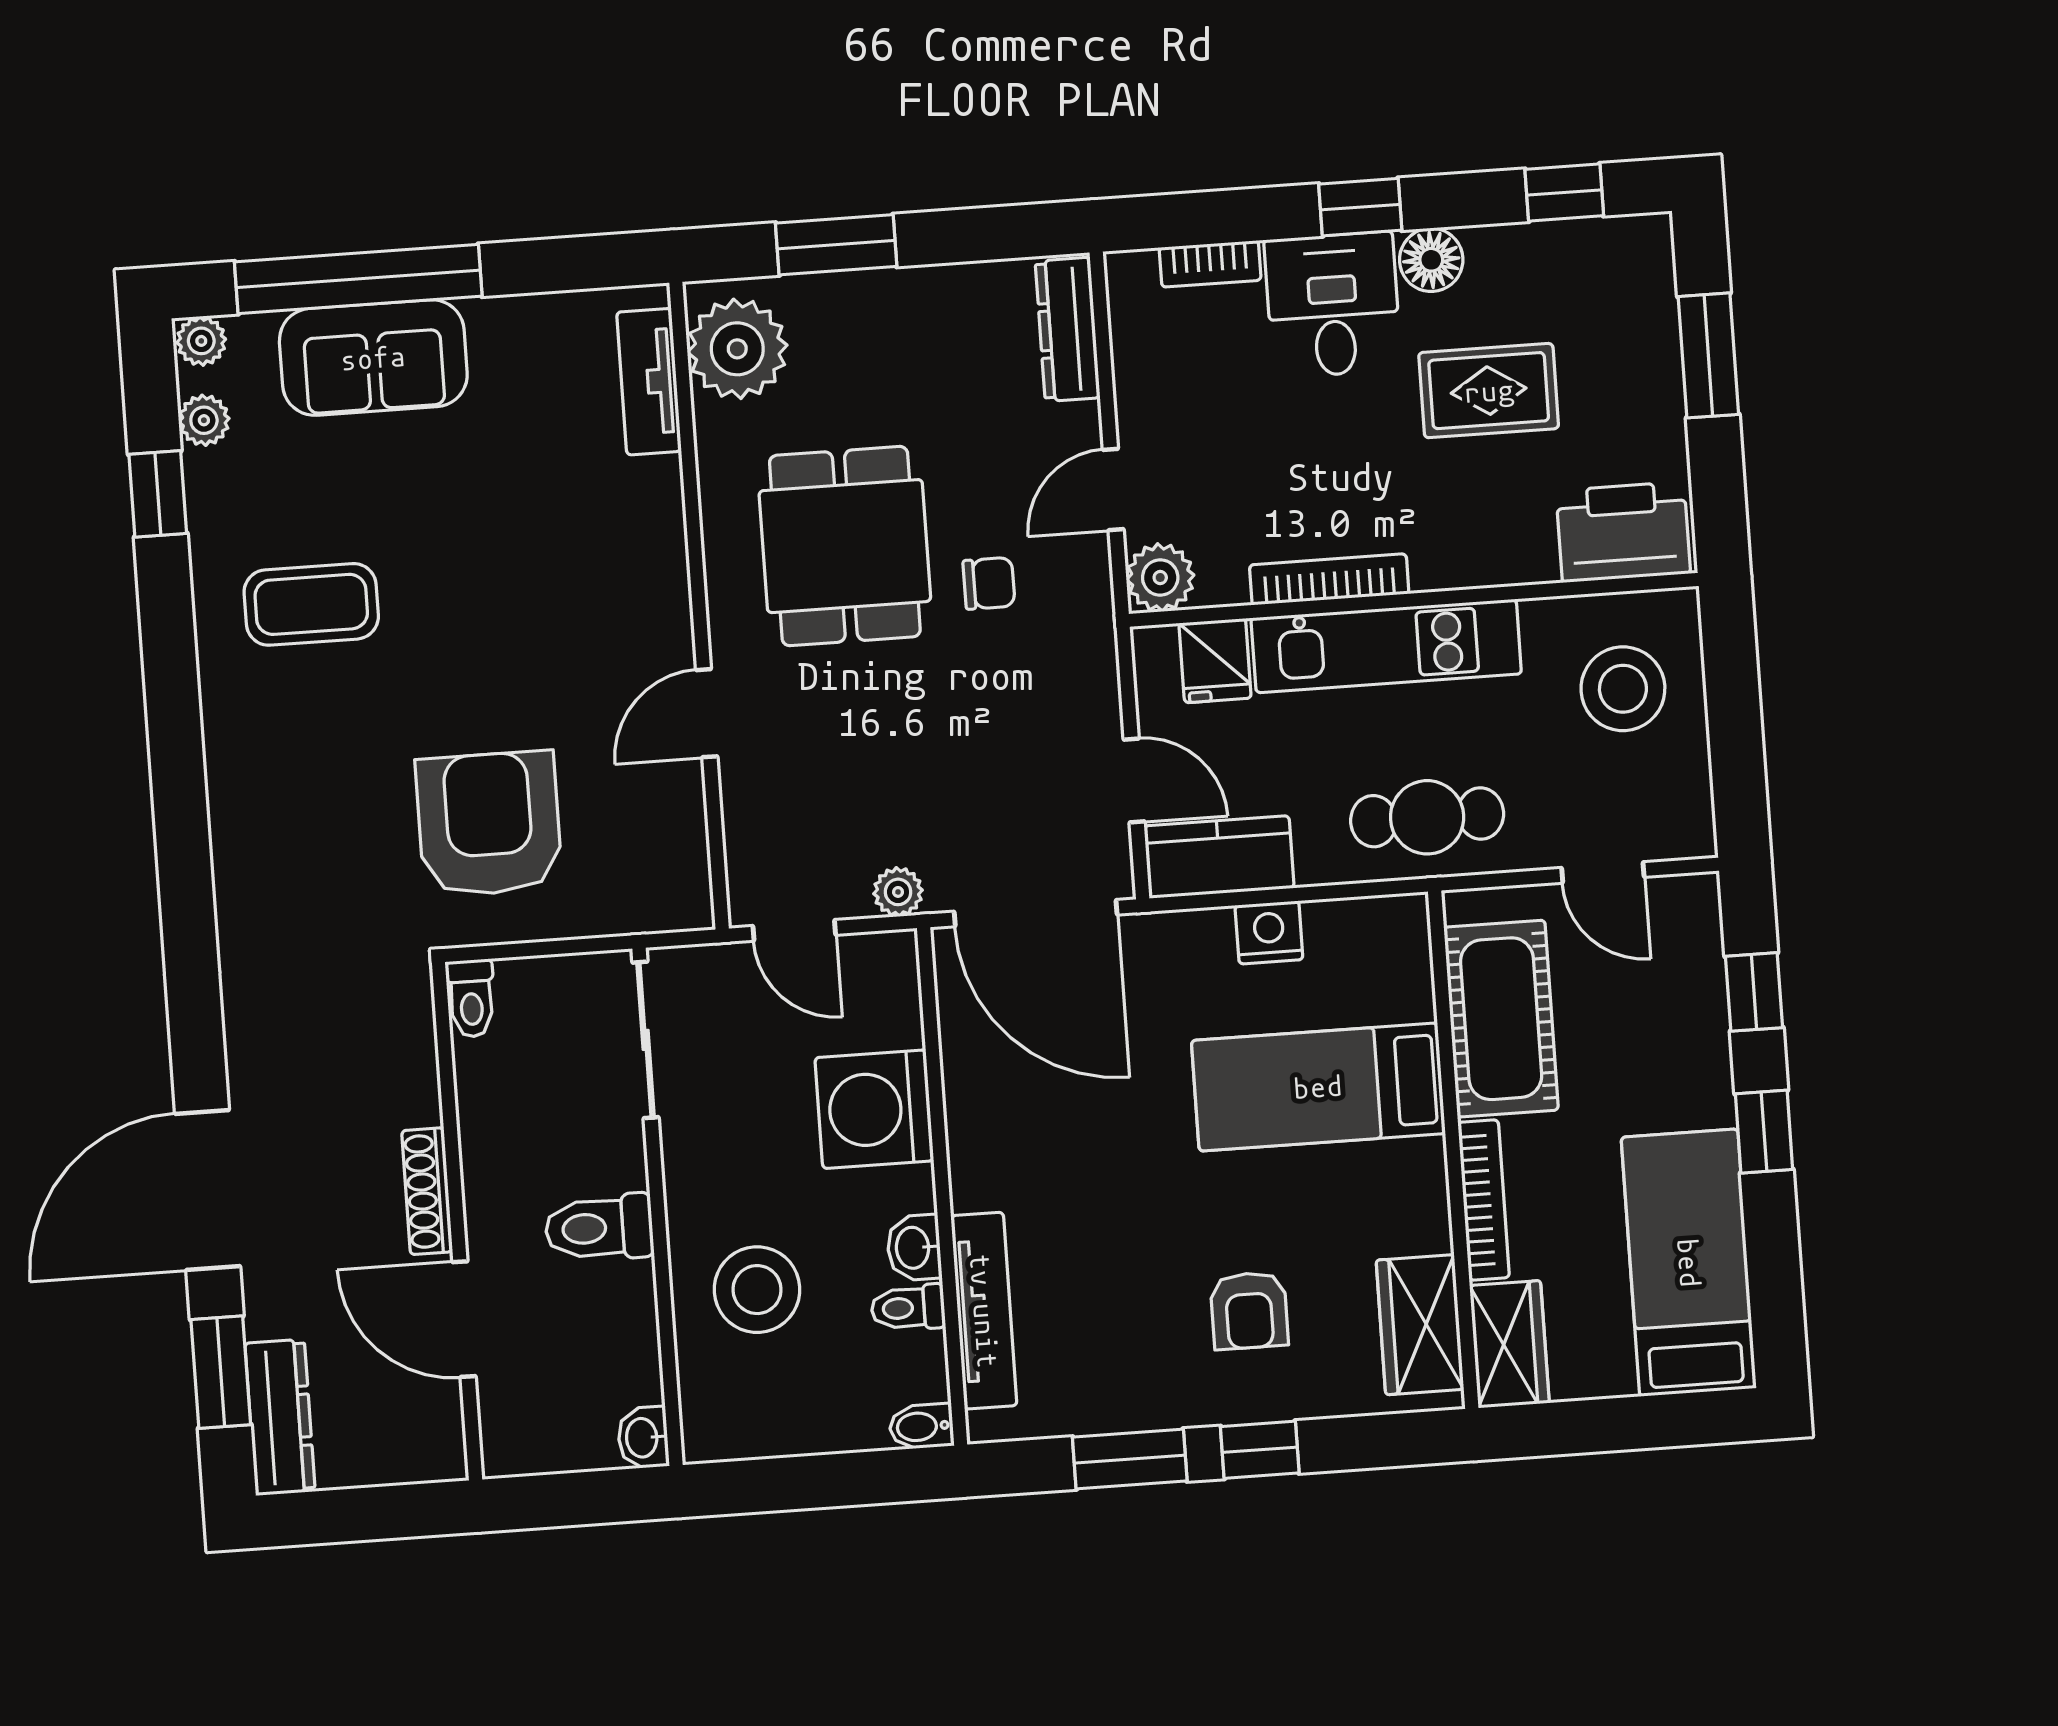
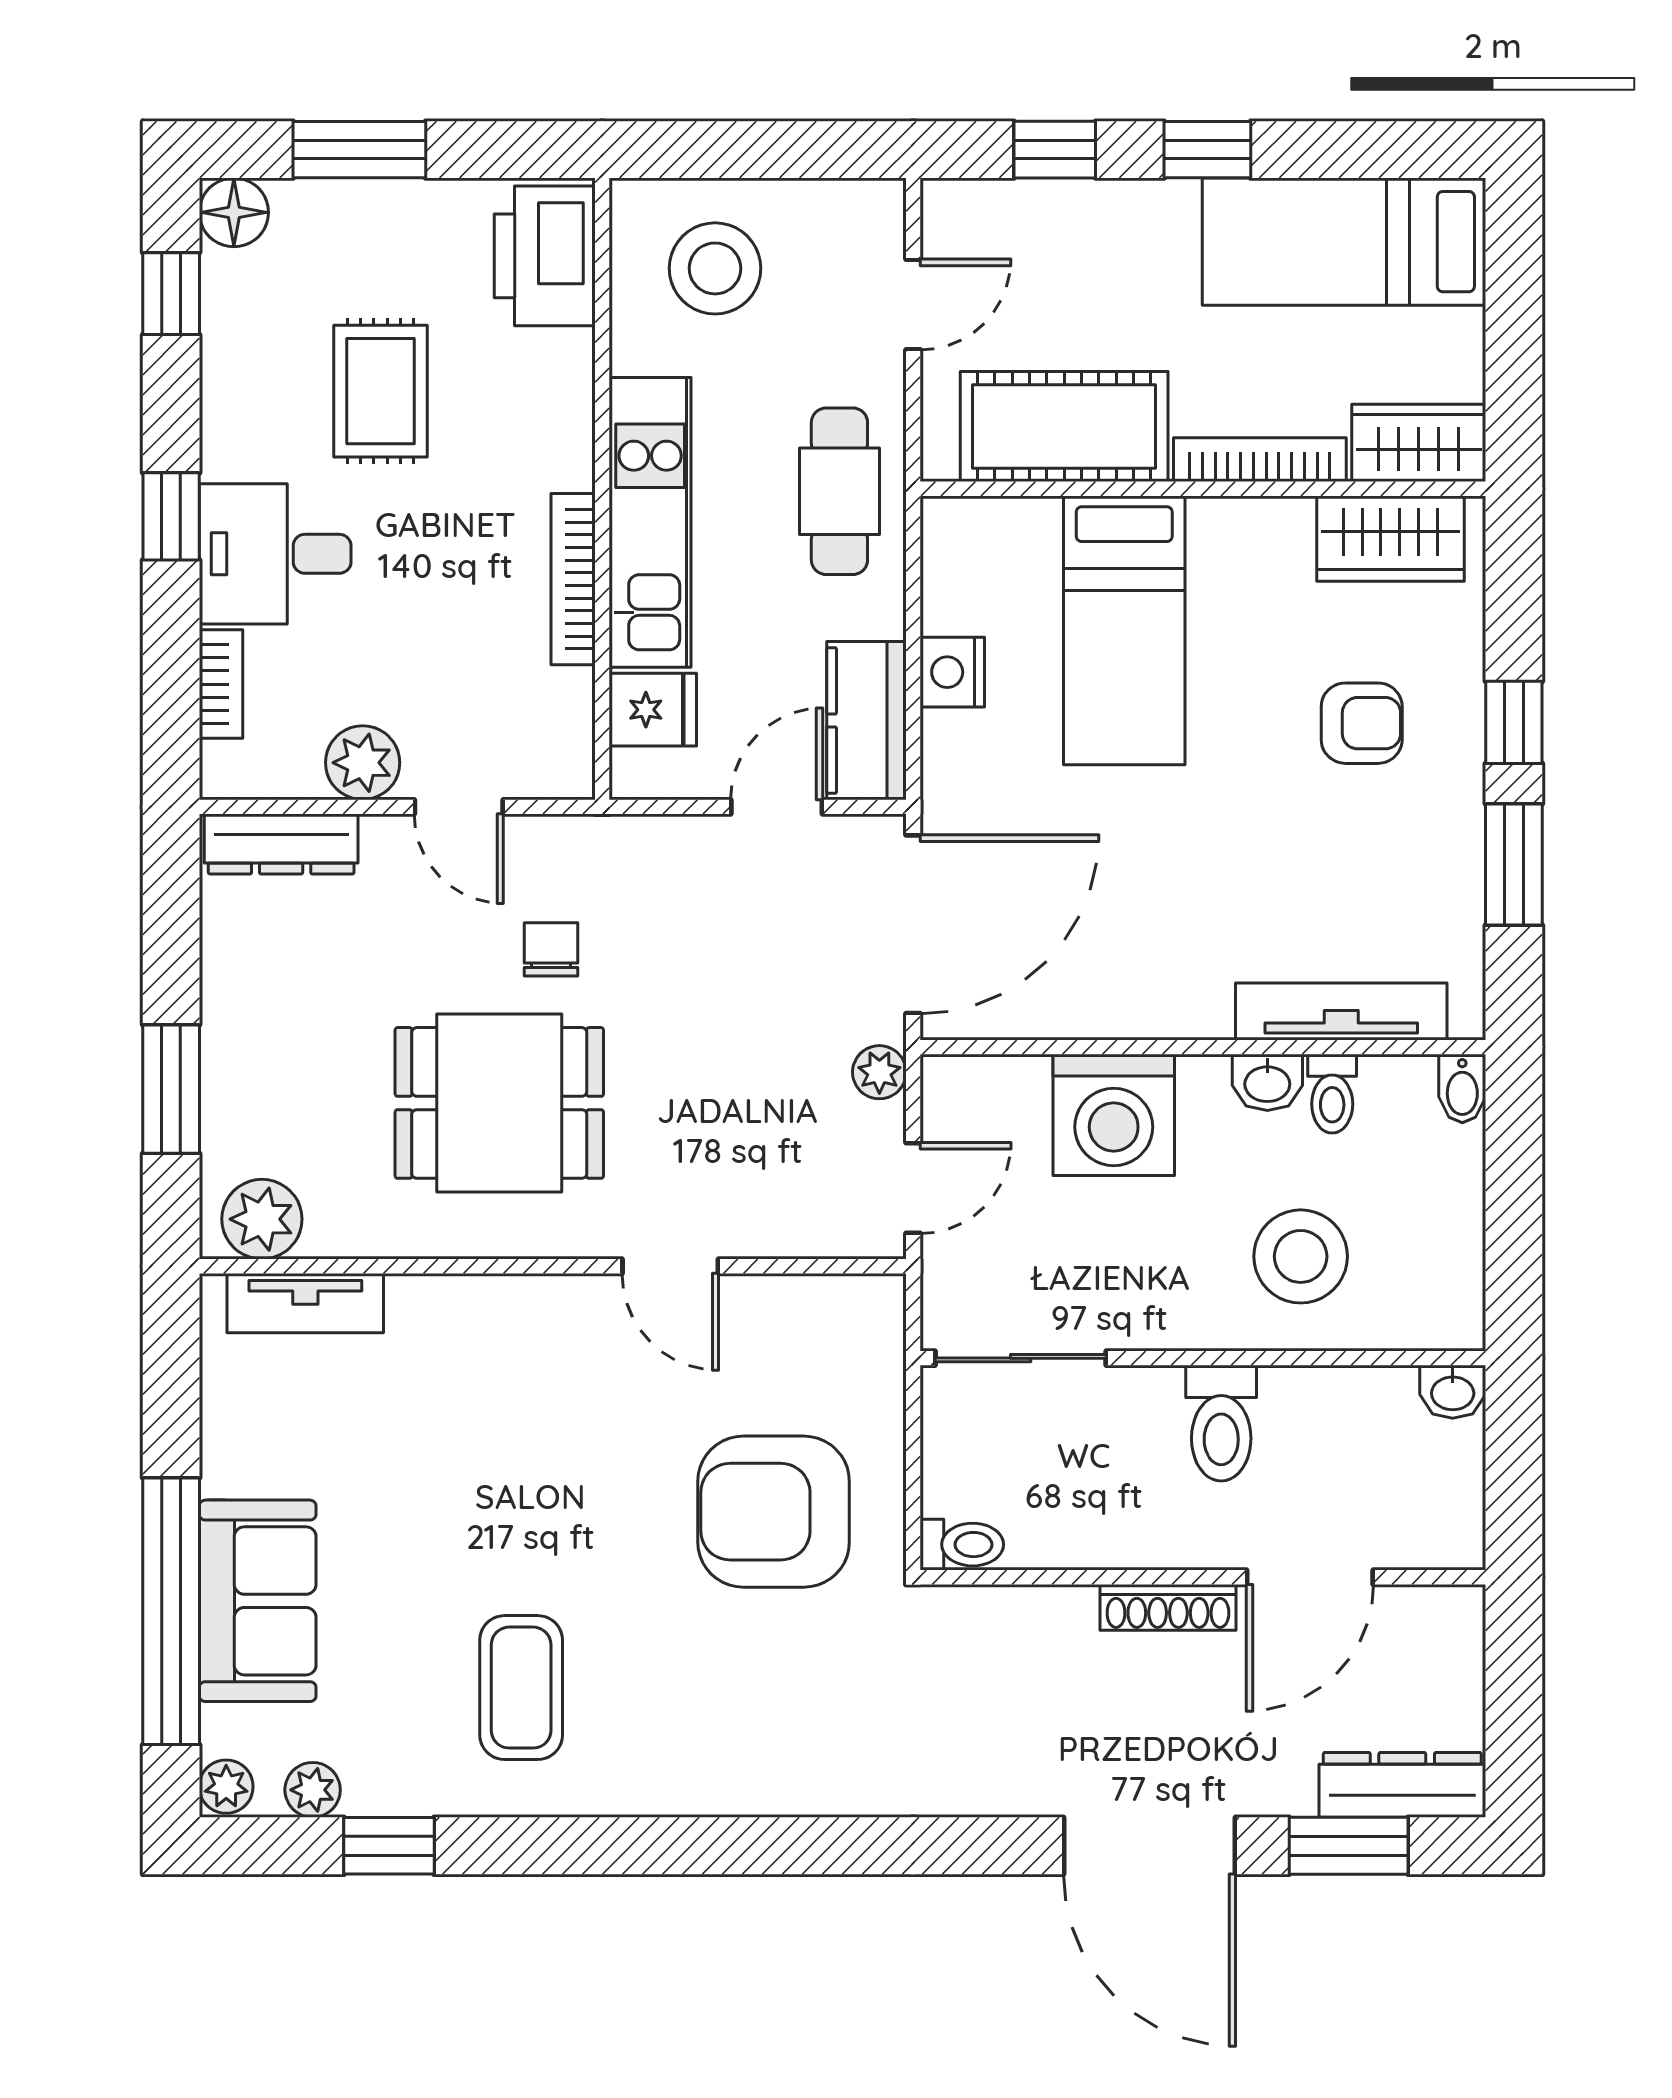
floor lamp: (1431, 260) -> (234, 212), moved
plant: (737, 349) -> (262, 1219), width x0.73, depth x0.73
plant: (1160, 578) -> (363, 763), moved

